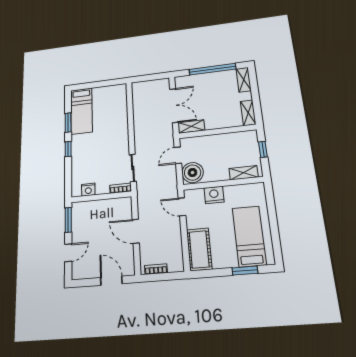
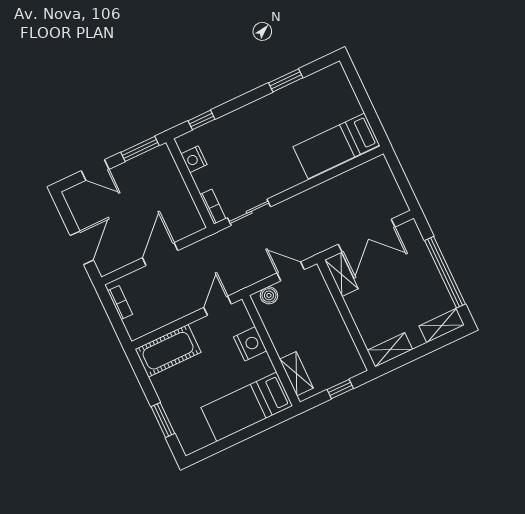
bed: (81, 111) -> (336, 146), moved
window: (68, 149) -> (202, 120), moved
boiler: (193, 173) -> (269, 295), width x0.54, depth x0.54
bed: (249, 236) -> (247, 407), moved, turned 180

